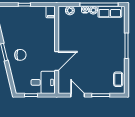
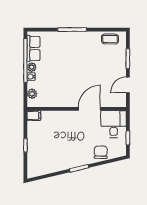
chair: (20, 55) -> (101, 152), moved
door: (57, 61) -> (89, 109), hinge flipped

